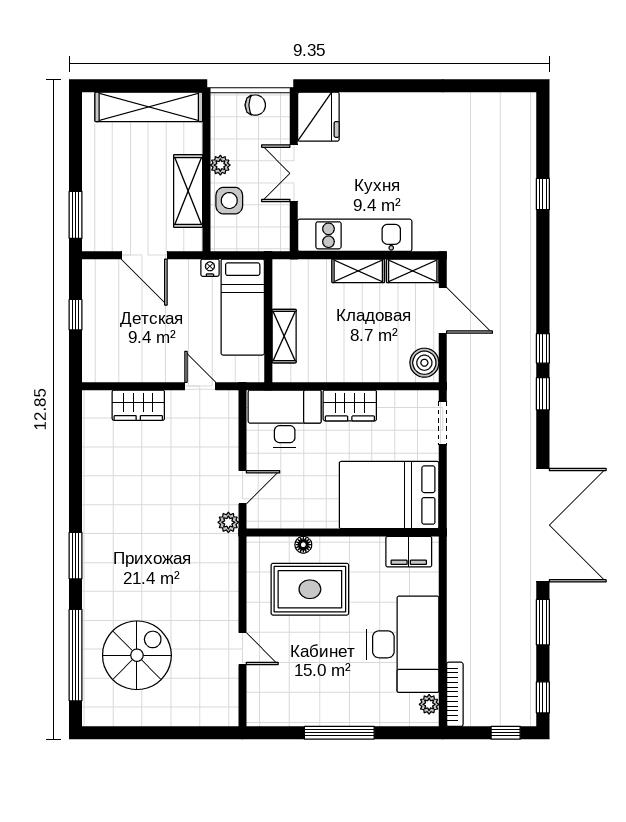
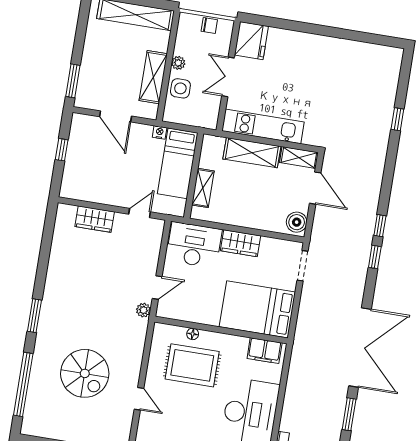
shelving: (358, 271) -> (252, 153), width x1.50, depth x1.33
door: (200, 386) -> (140, 213), hinge flipped
spiral stairs: (137, 655) -> (85, 373), moved, turned 90

